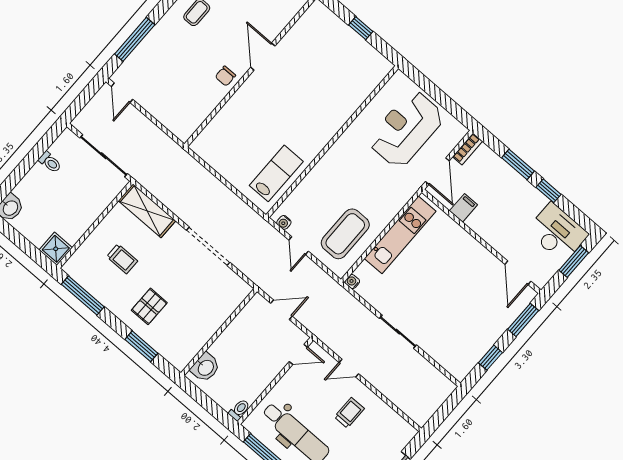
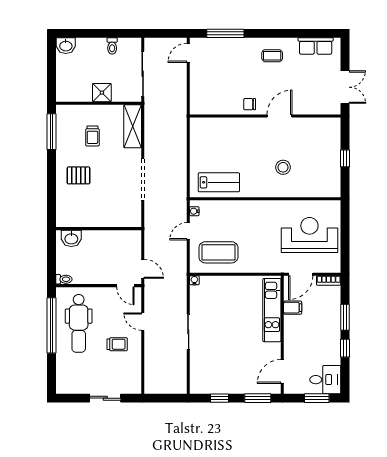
stool: (316, 97) -> (283, 167), added
desk: (557, 233) -> (325, 380), width x0.73
kitchen unit: (400, 235) -> (272, 310), moved, turned 90
shower: (56, 249) -> (102, 93), moved
door: (281, 310) -> (143, 269), moved
window: (141, 346) -> (51, 191), removed

